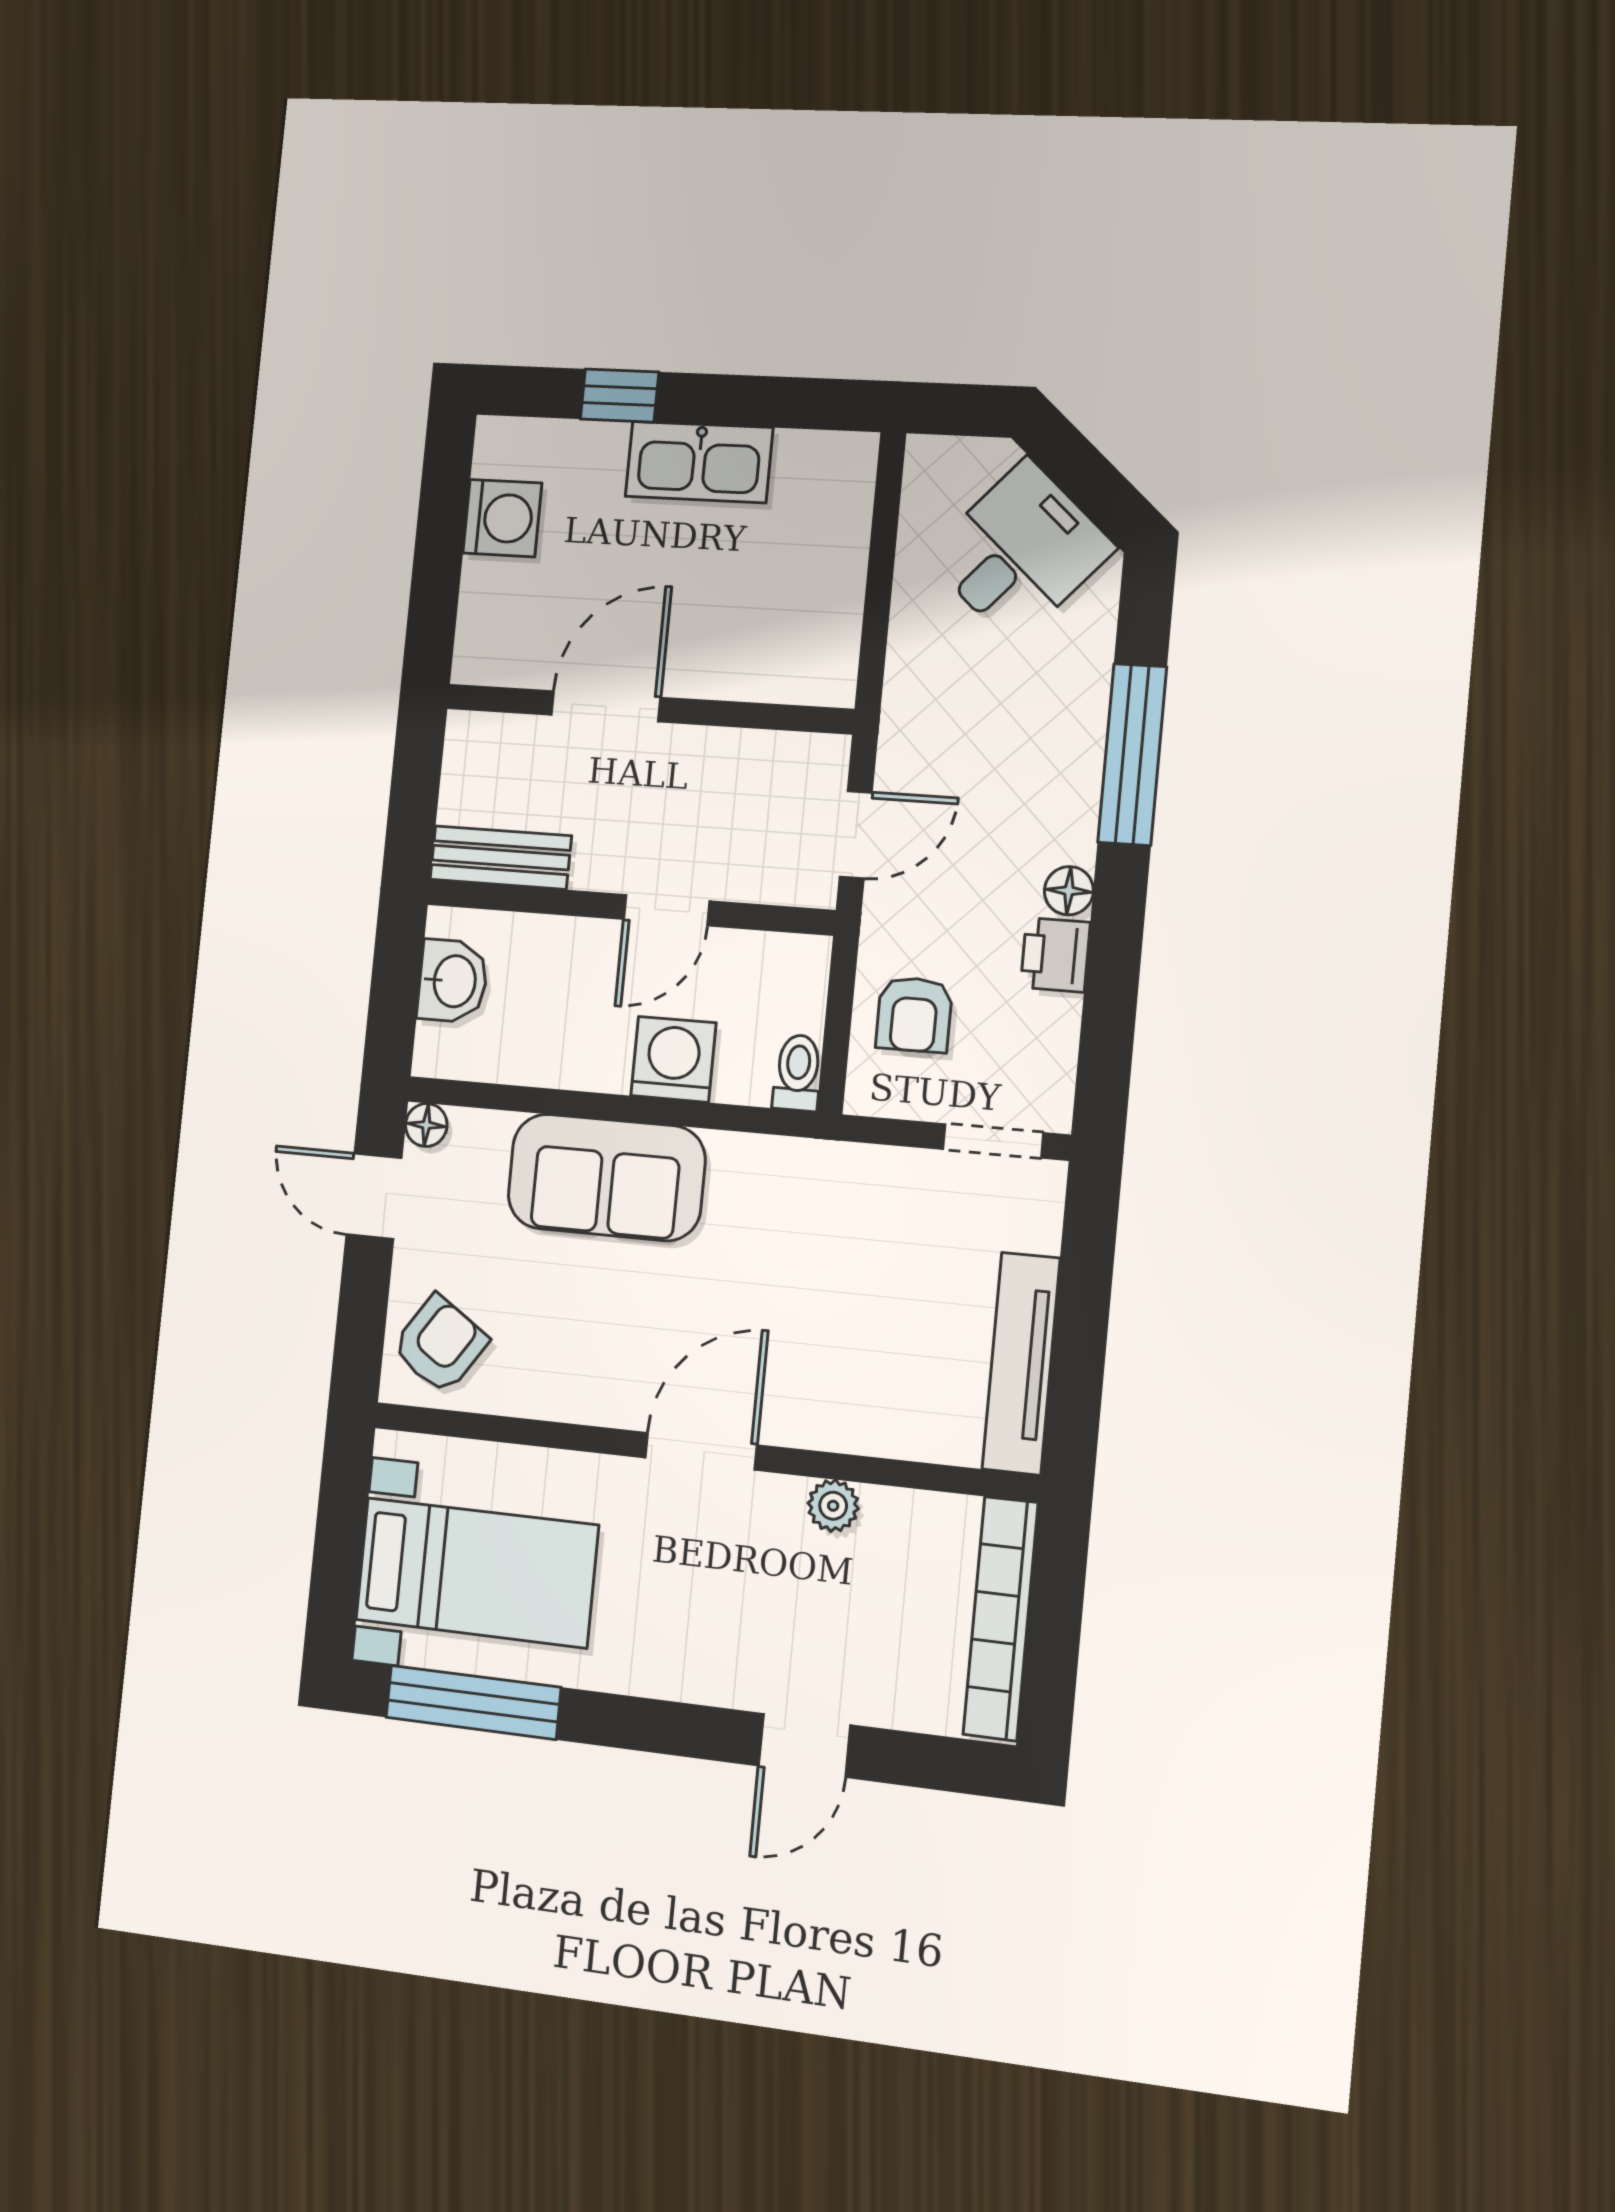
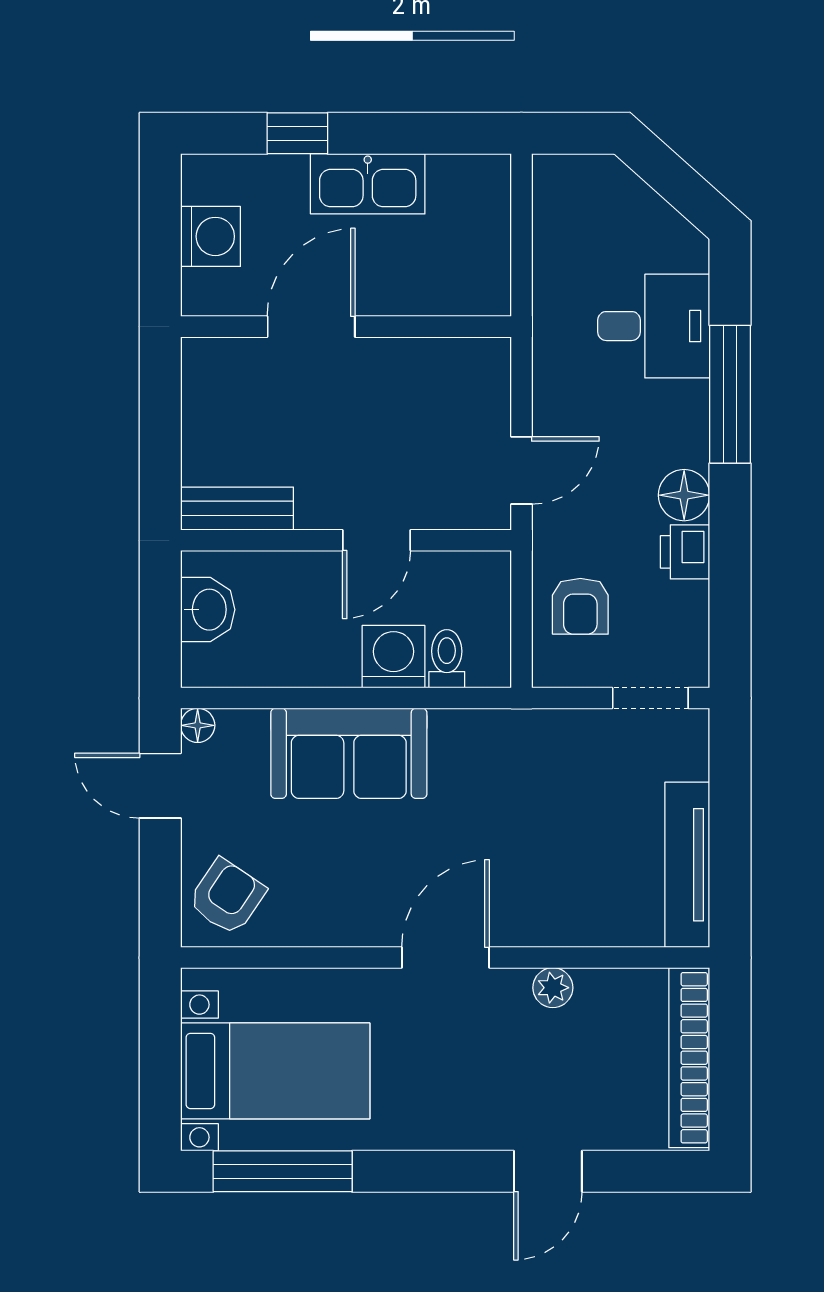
desk: (1020, 552) -> (654, 326), moved, turned 48
door: (606, 706) -> (311, 327), moved
wall: (648, 709) -> (346, 327), moved
floor lamp: (1069, 891) -> (684, 495), width x1.37, depth x1.37
toilet: (798, 1073) -> (447, 659), moved

